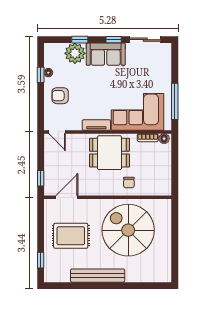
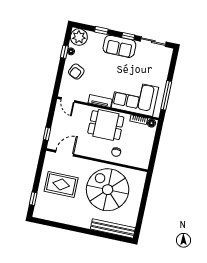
plant: (75, 53) -> (79, 37), moved
armchair: (60, 96) -> (76, 72), turned -64
bench: (98, 276) -> (113, 228), moved

